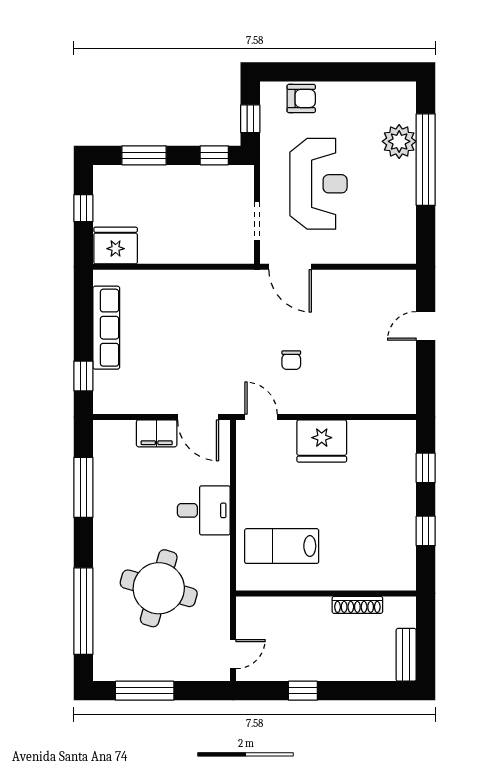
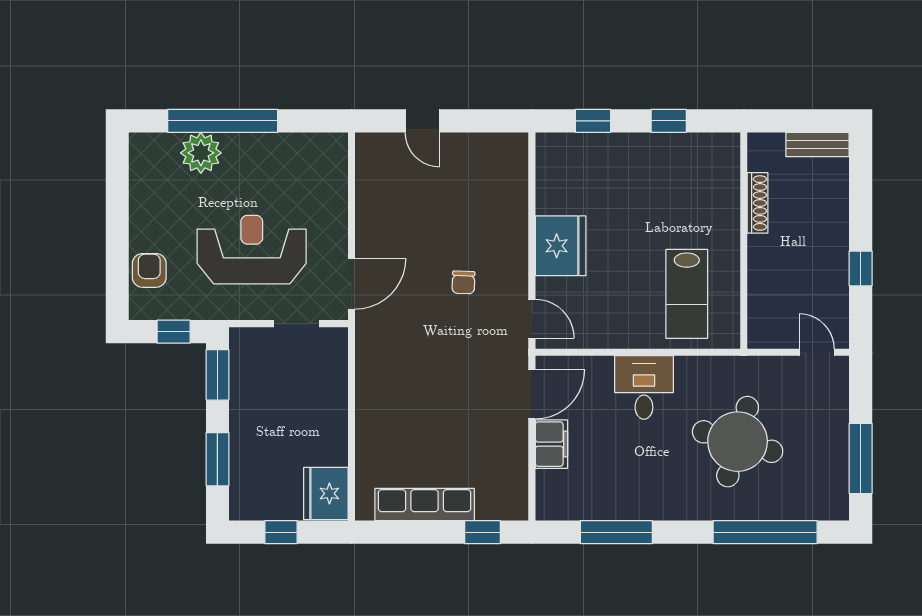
window: (214, 155) -> (217, 375), width x1.50
chair: (291, 360) -> (463, 282), turned 92
door: (261, 417) -> (532, 319), swing flipped

